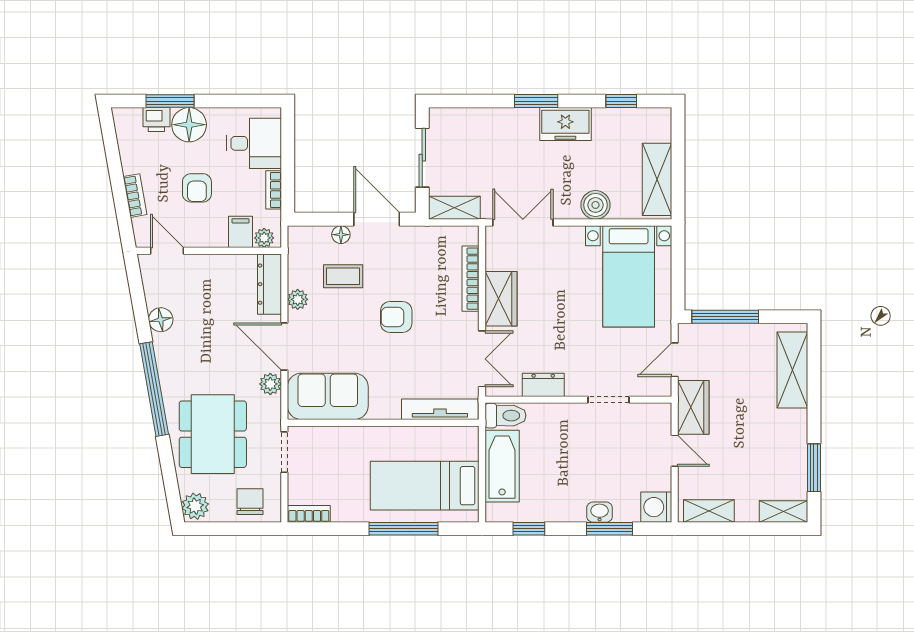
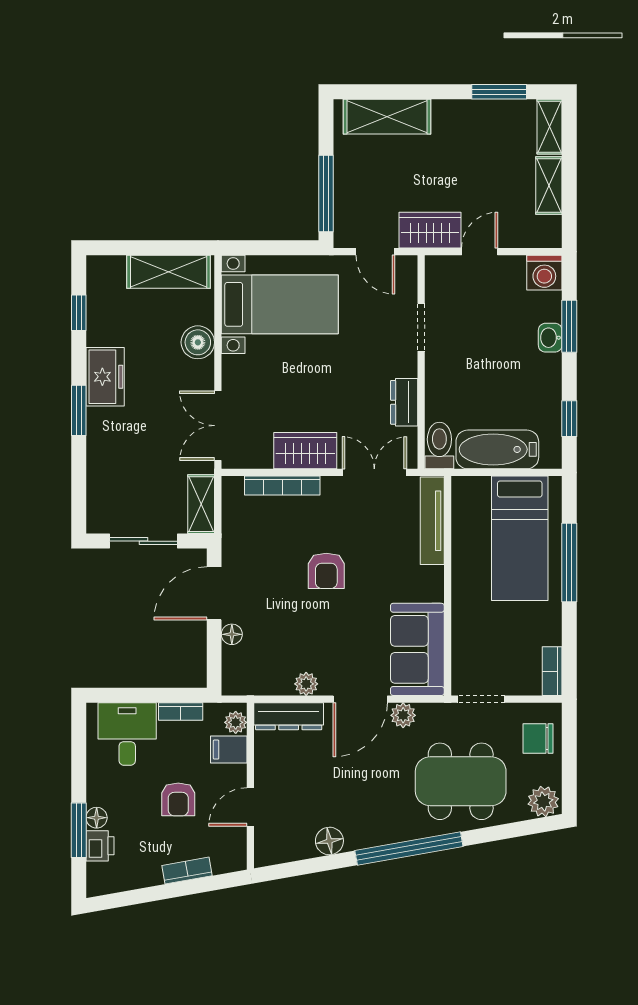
floor lamp: (189, 125) -> (97, 818), width x0.53, depth x0.53
armchair: (197, 188) -> (178, 799), turned 90
door: (167, 251) -> (250, 807), moved
coffee table: (343, 276) -> (280, 632), removed
shelving: (709, 511) -> (549, 186), moved

